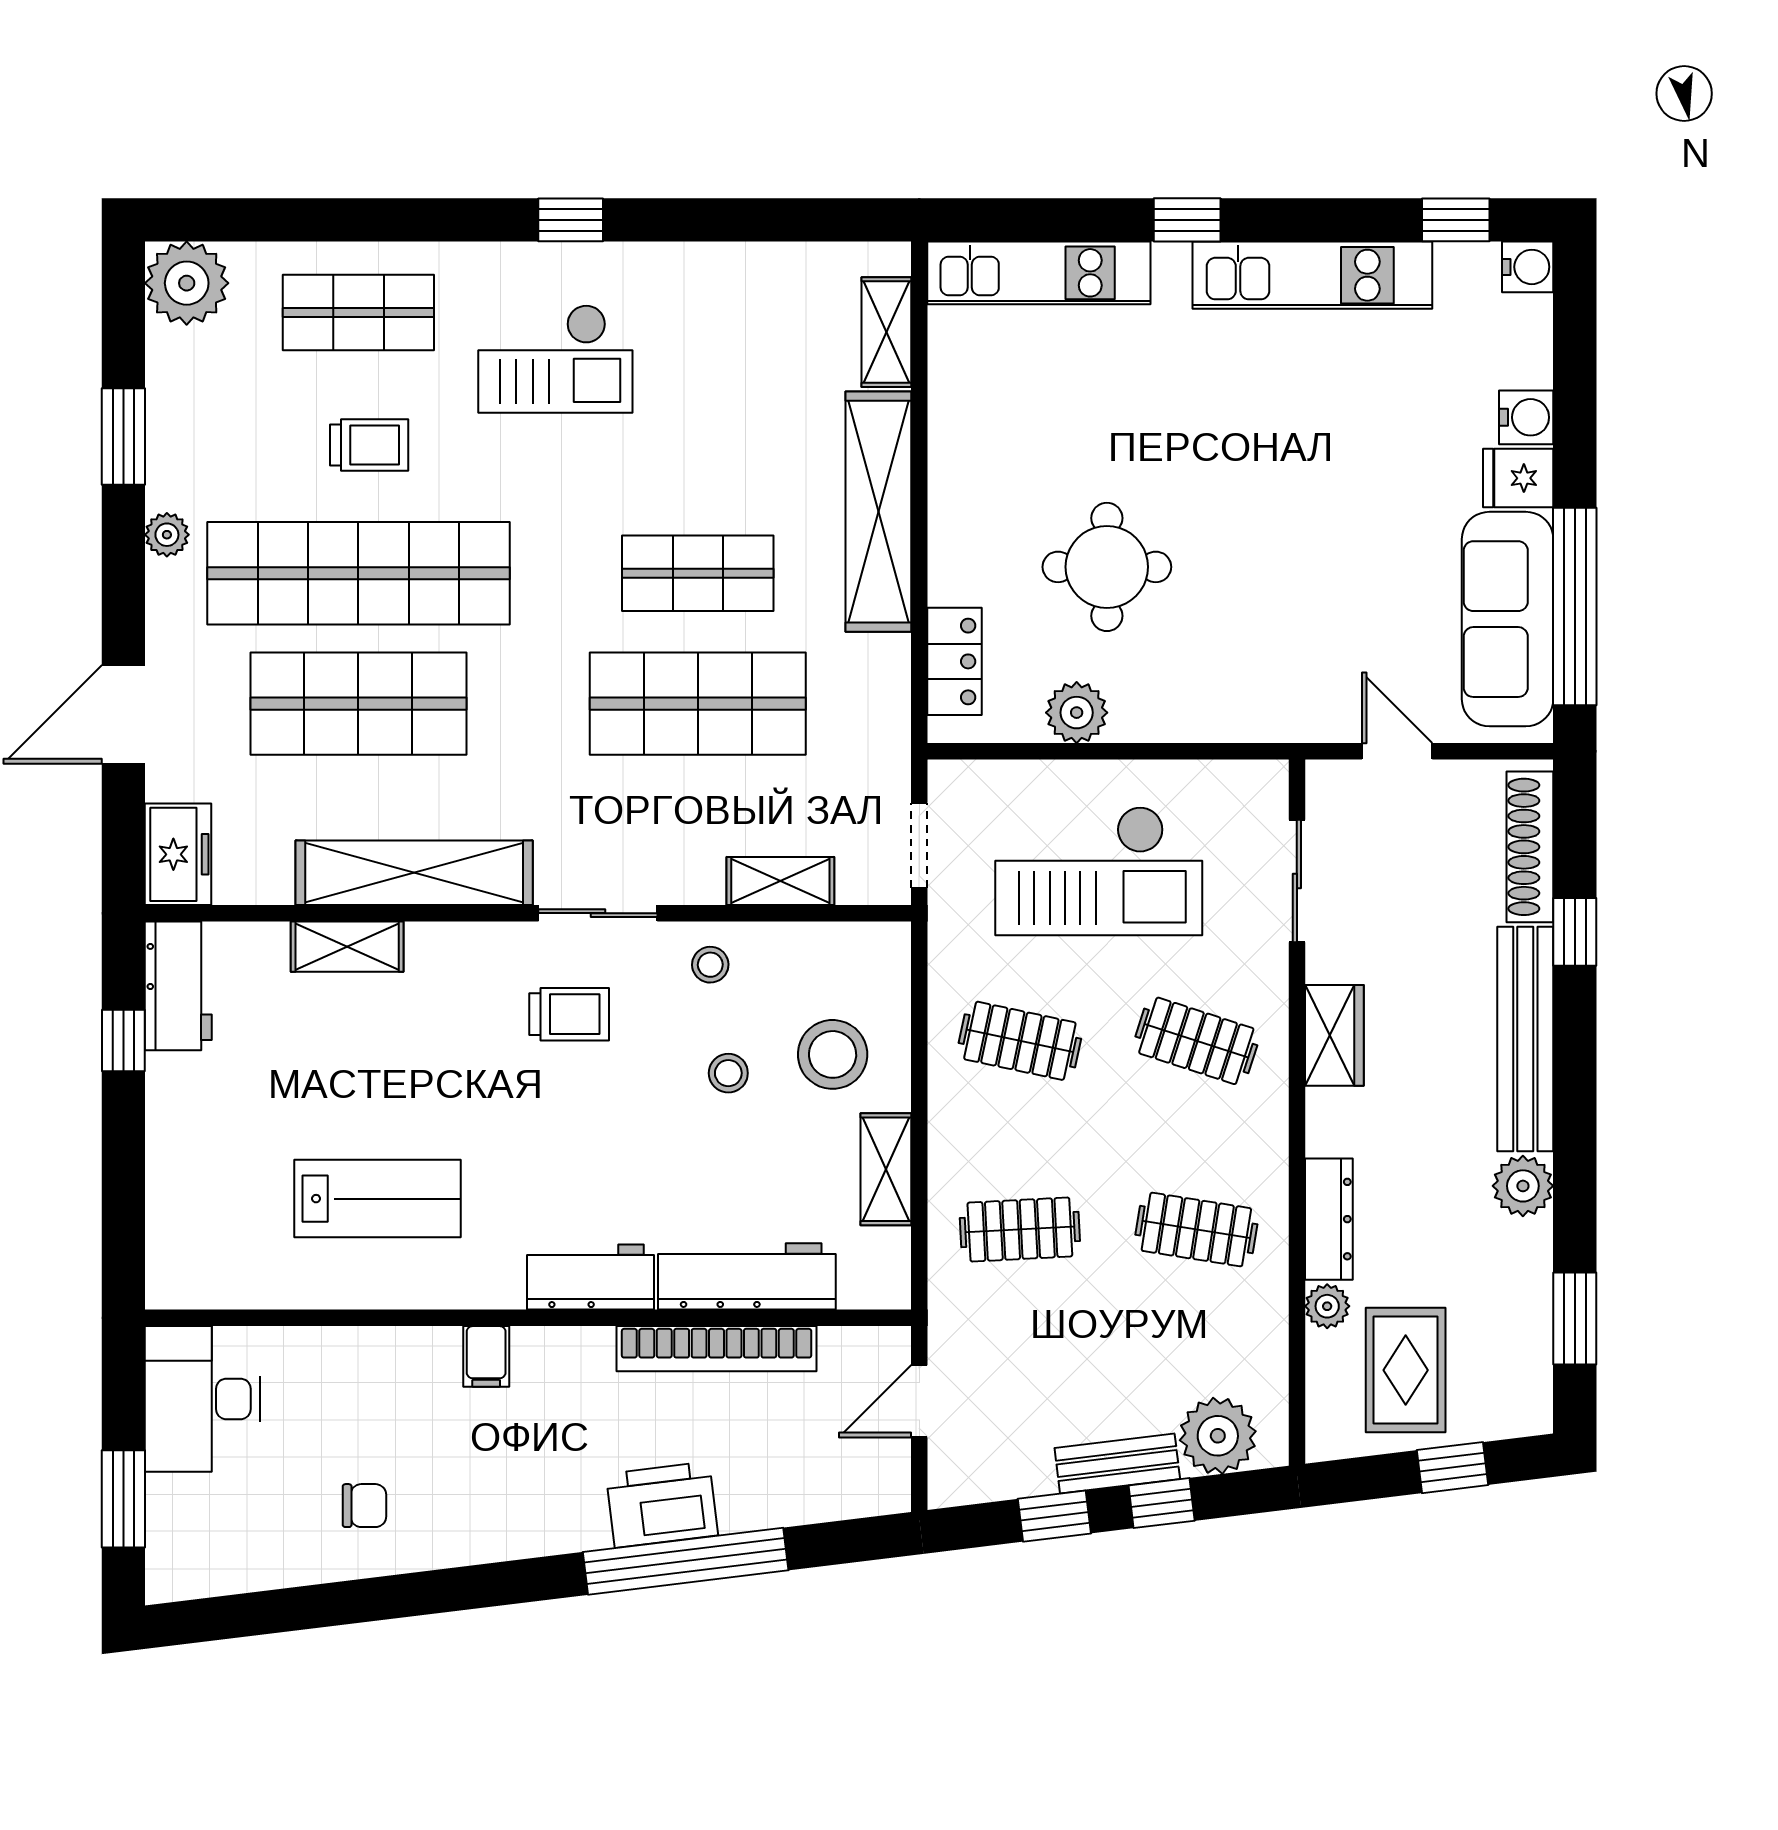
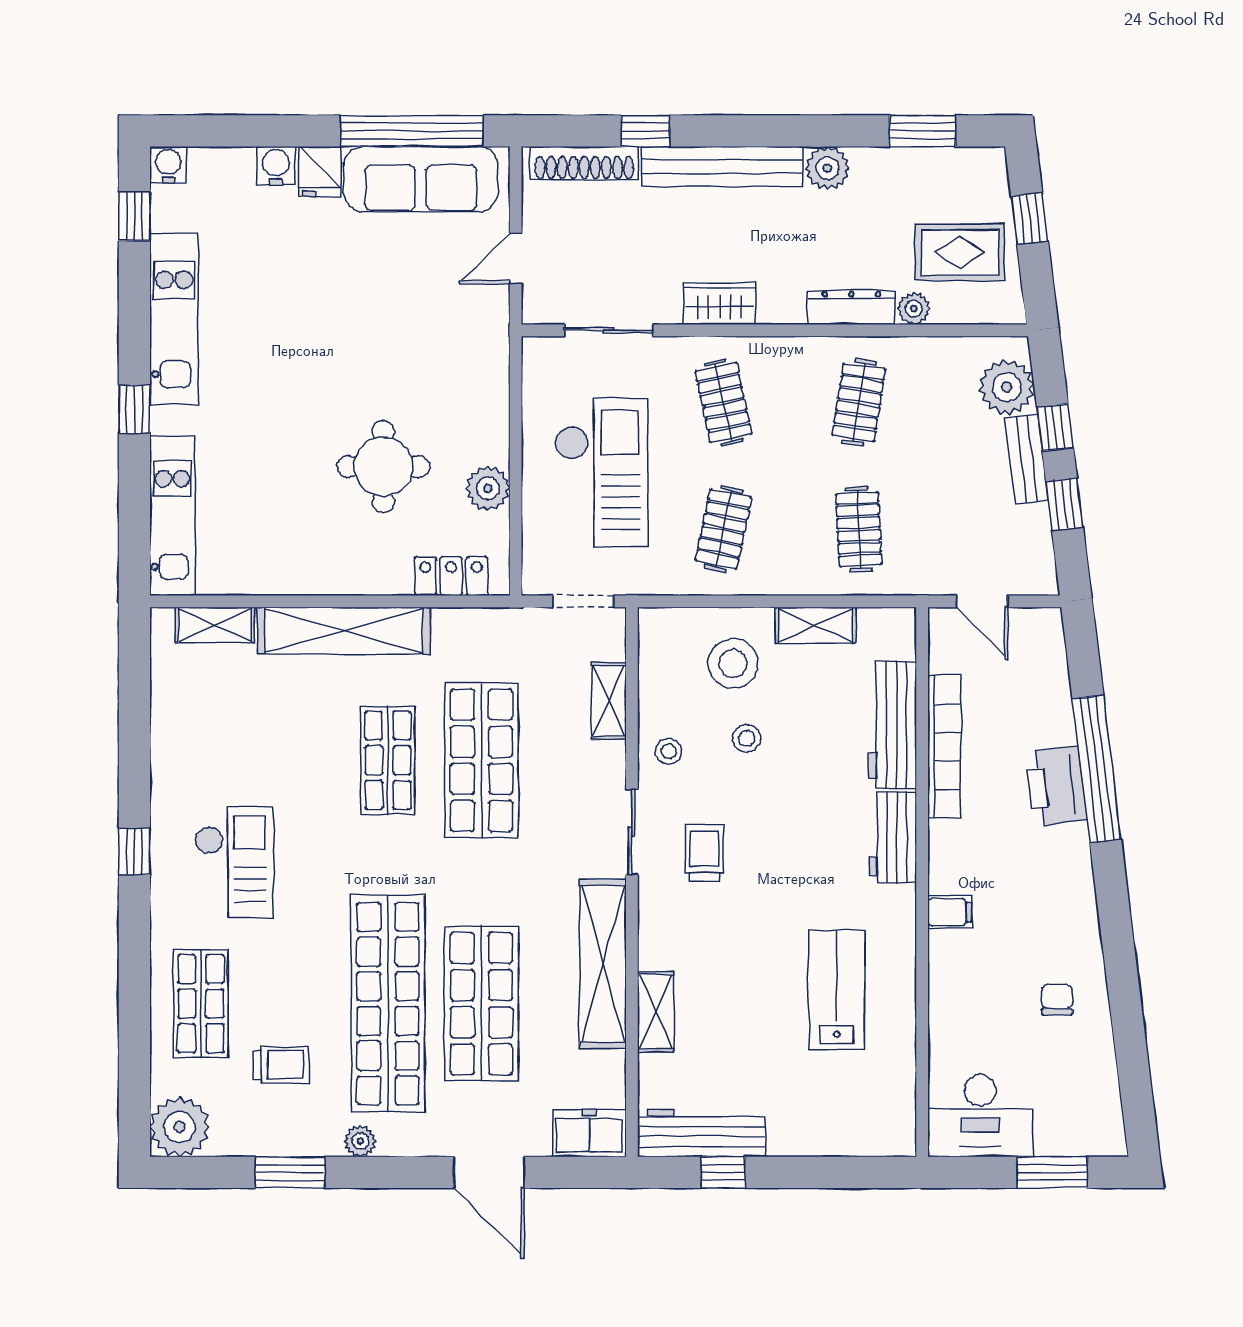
trolley: (369, 445) -> (281, 1065), moved, turned 90
workbench: (178, 986) -> (701, 1133), width x1.38
clothes rail: (1196, 1041) -> (723, 403), turned -30

